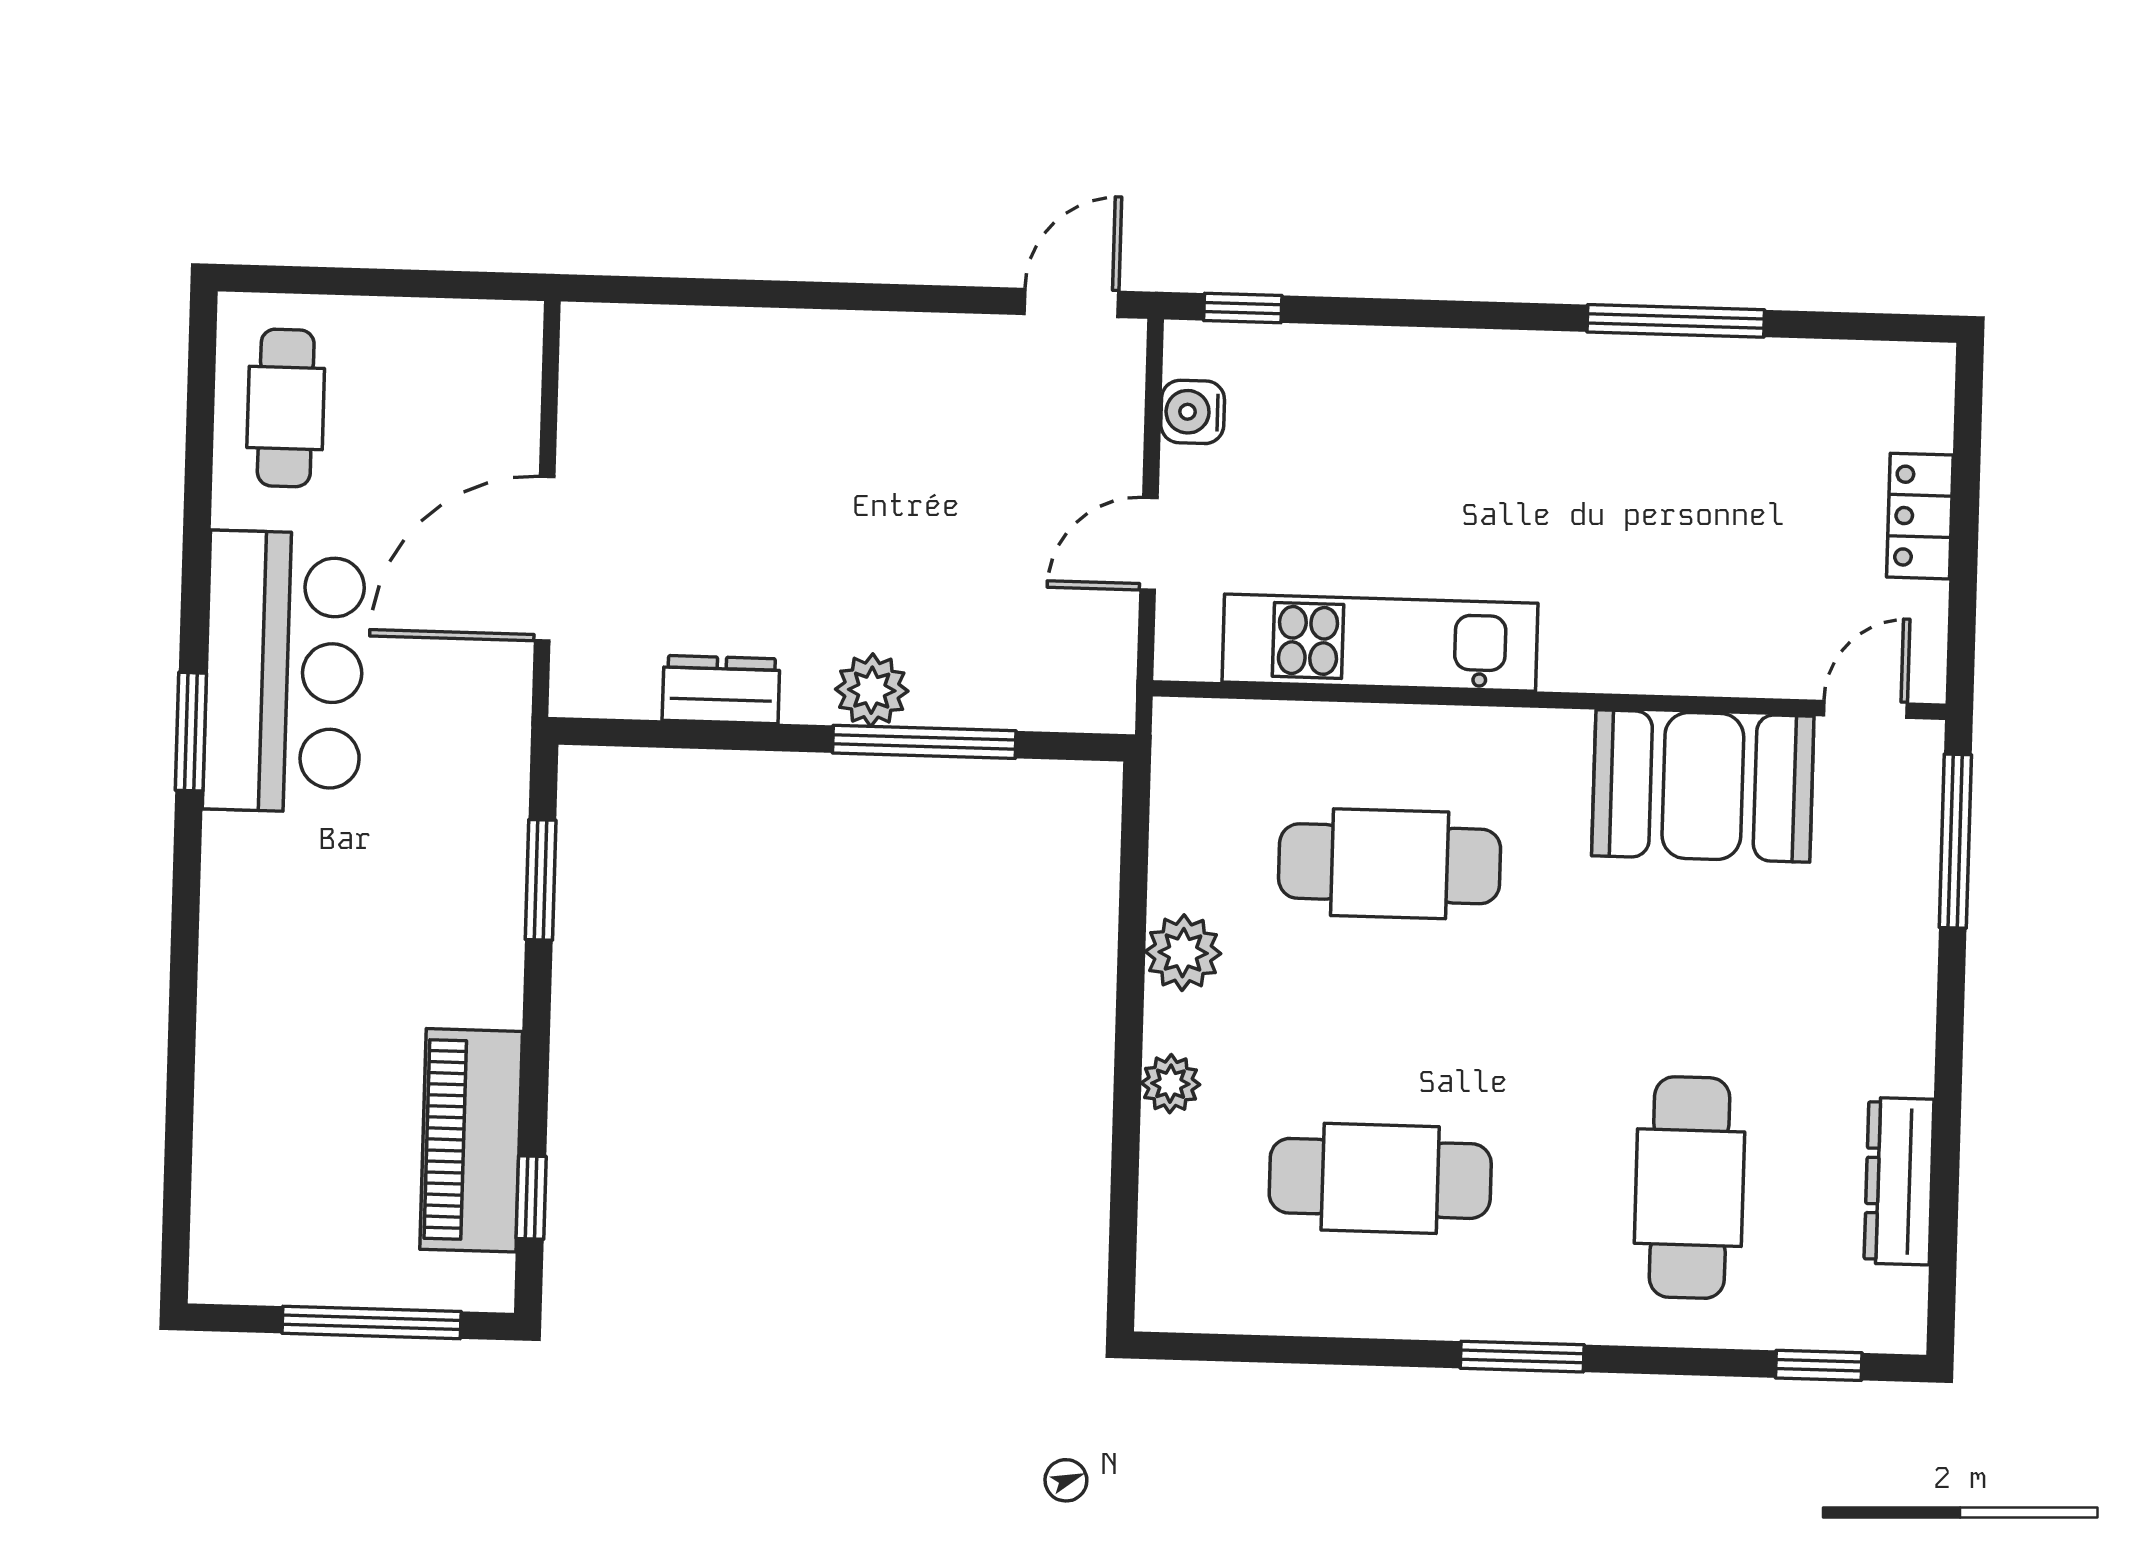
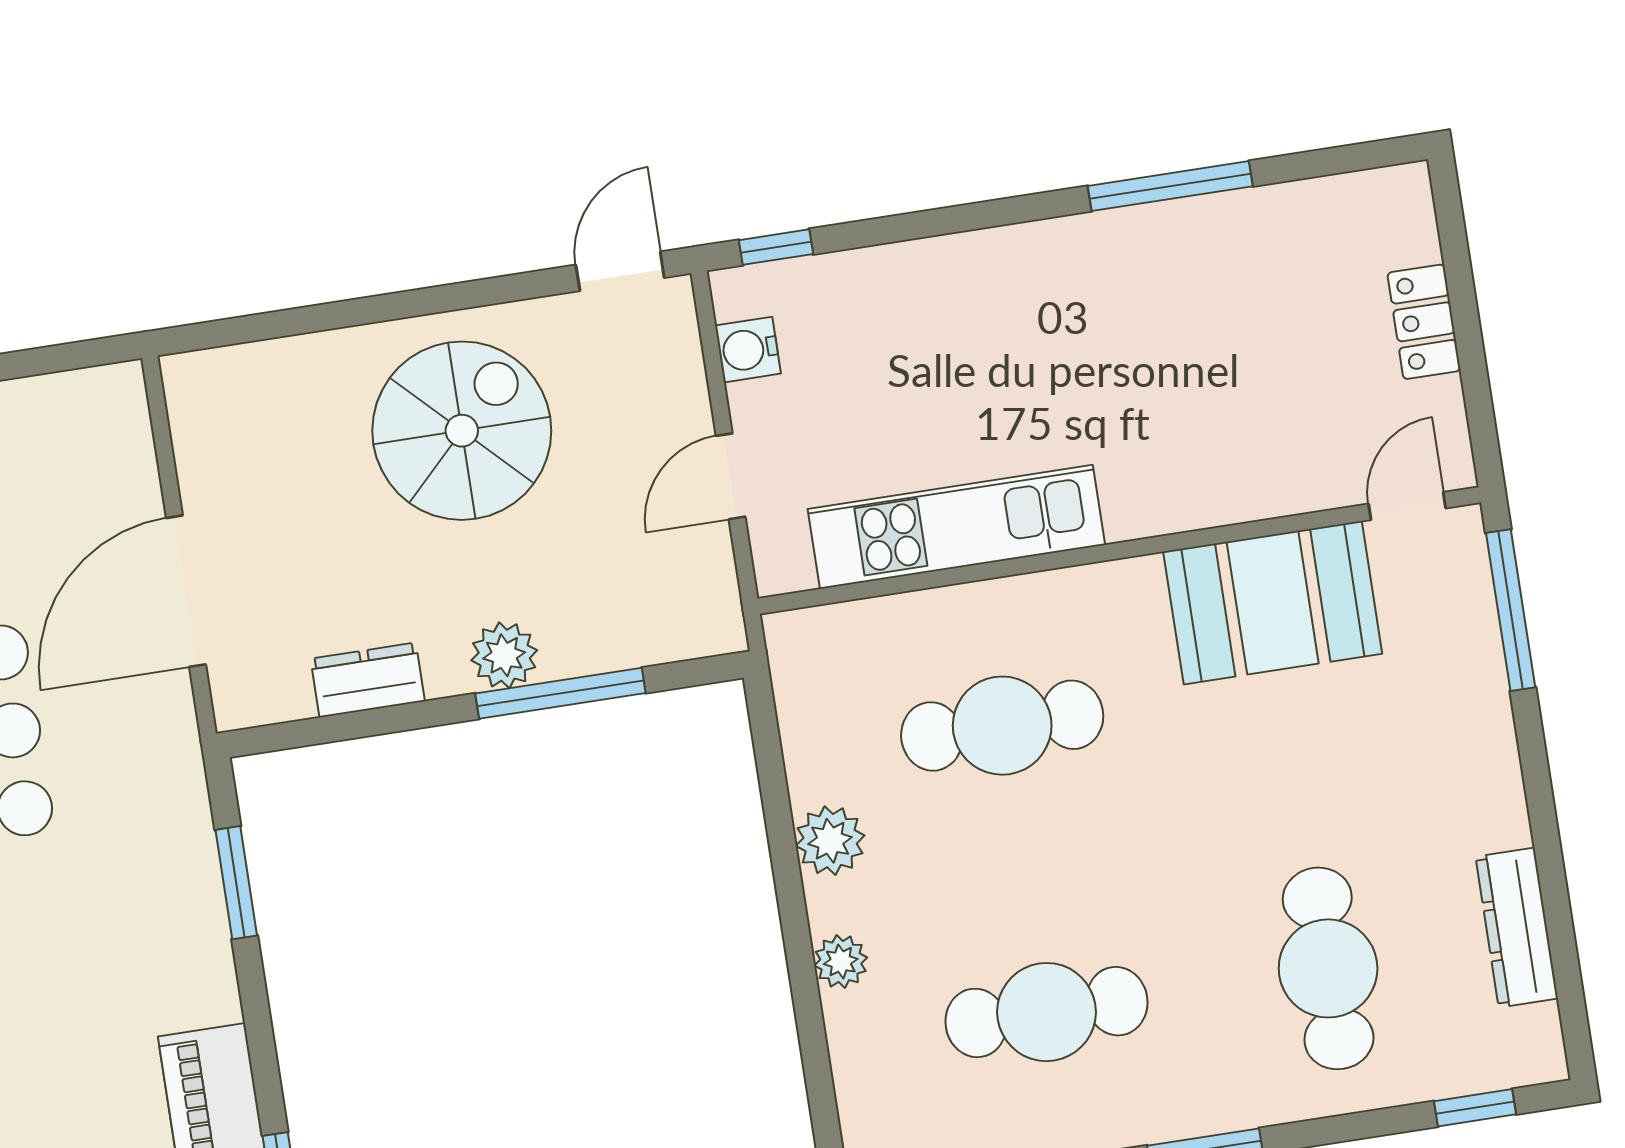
spiral stairs: (871, 442) -> (462, 431), added

